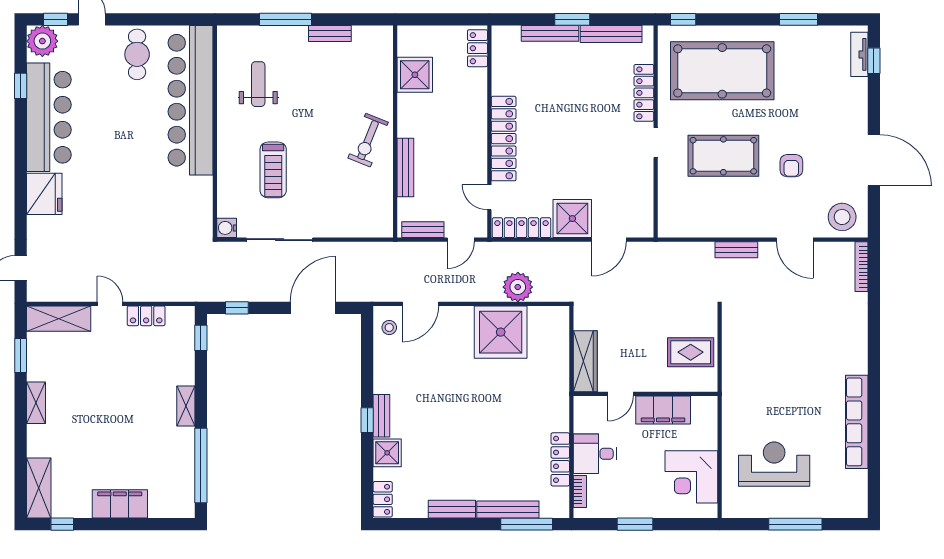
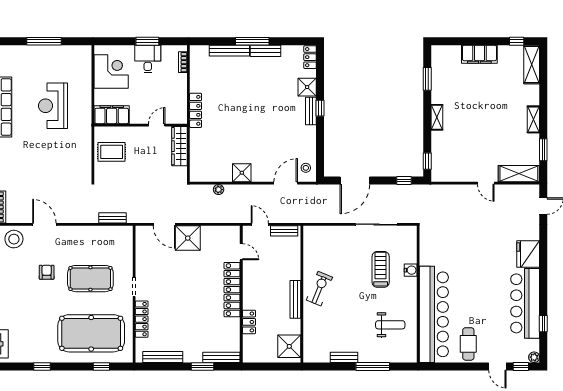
window: (572, 19) -> (203, 366), moved
window: (683, 19) -> (101, 366), moved
window: (798, 19) -> (42, 366), width x0.67
bench: (550, 33) -> (221, 357), moved
plant: (42, 41) -> (534, 357), width x0.53, depth x0.53
locker: (477, 48) -> (249, 322), moved
shower: (415, 75) -> (289, 346), moved
weight bench: (258, 84) -> (390, 325), turned -90
bench: (405, 167) -> (295, 299), moved
water cooler: (227, 228) -> (411, 270), moved
locker: (521, 228) -> (221, 232), removed
door: (461, 240) -> (260, 224), hinge flipped
door: (609, 240) -> (164, 224), swing flipped
bench: (736, 250) -> (112, 218), moved
plant: (518, 287) -> (219, 190), width x0.53, depth x0.53
locker: (146, 316) -> (462, 175), removed
shower: (501, 332) -> (242, 173), width x0.54, depth x0.54
filing cabinet: (663, 410) -> (112, 115), moved
desk: (595, 454) -> (148, 59), moved, turned -90
locker: (560, 459) -> (196, 110), moved
reception desk: (774, 464) -> (53, 106), moved, turned 90
window: (201, 465) -> (427, 79), width x0.47
window: (527, 524) -> (252, 41), moved

